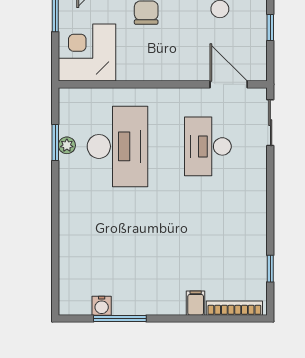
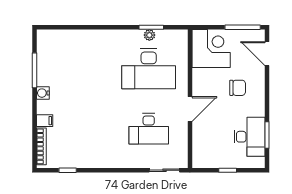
door: (229, 84) -> (190, 109), moved
desk: (208, 146) -> (149, 129), turned 180
water cooler: (102, 306) -> (43, 93), moved

